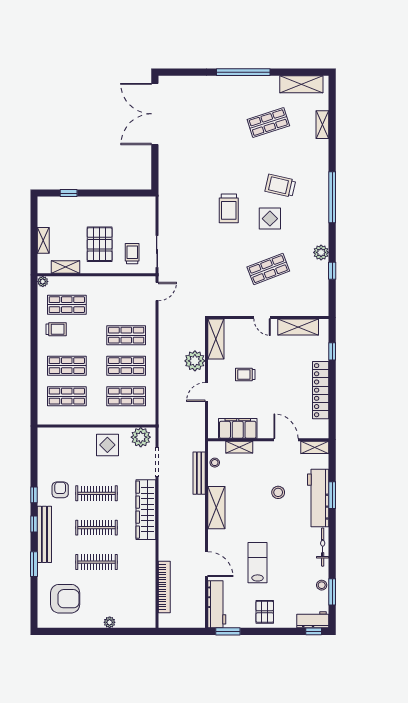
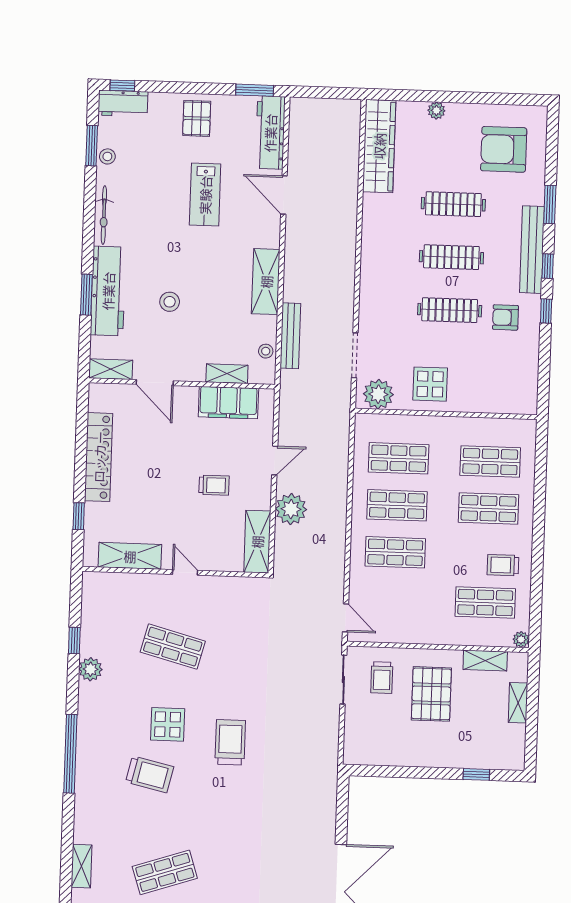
shop shelf: (268, 269) -> (173, 647), turned 36
door: (157, 292) -> (346, 618), swing flipped
armchair: (60, 490) -> (505, 317), turned 90
wardrobe: (146, 510) -> (379, 146), moved
bookcase: (164, 587) -> (350, 162), removed

